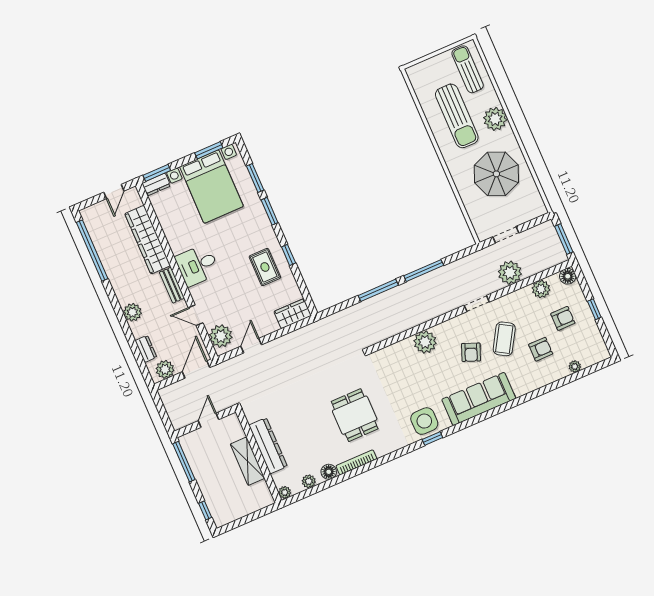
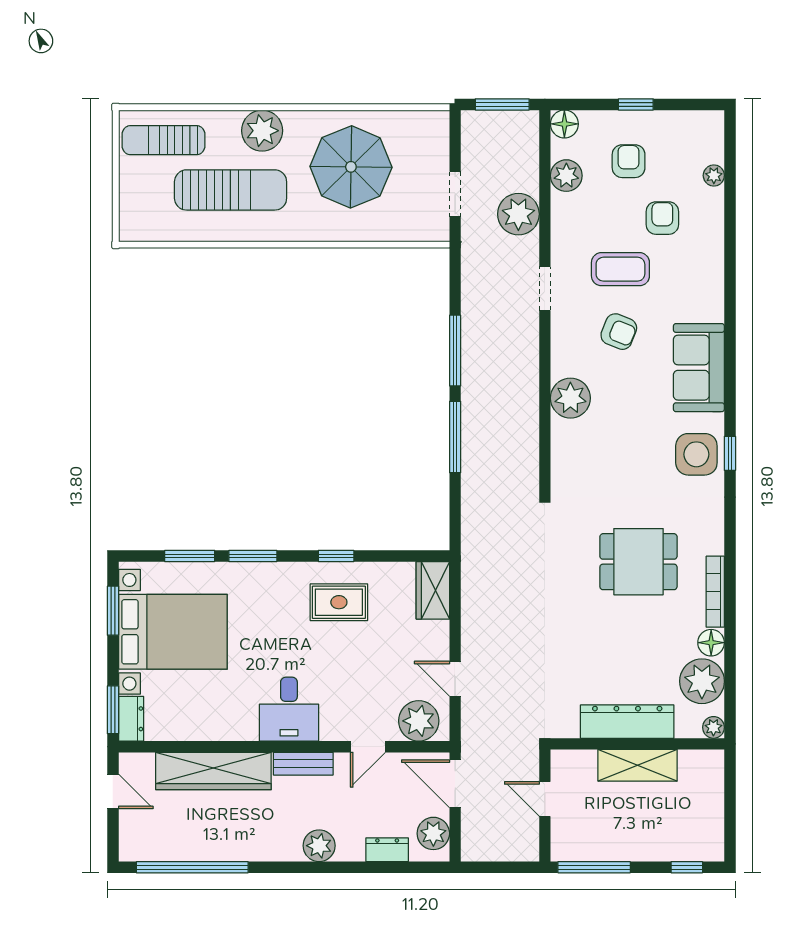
coffee table: (504, 339) -> (620, 269), turned -31
sofa: (479, 399) -> (699, 368), width x0.73
plant: (309, 481) -> (702, 681), width x1.87, depth x1.87

